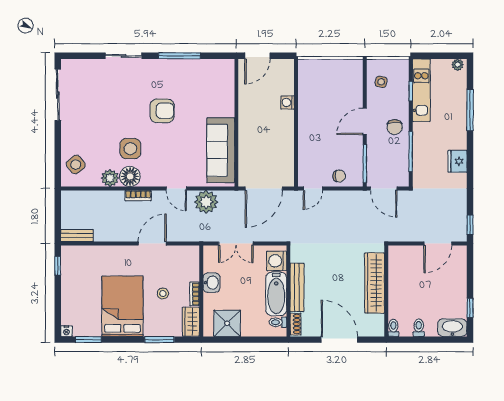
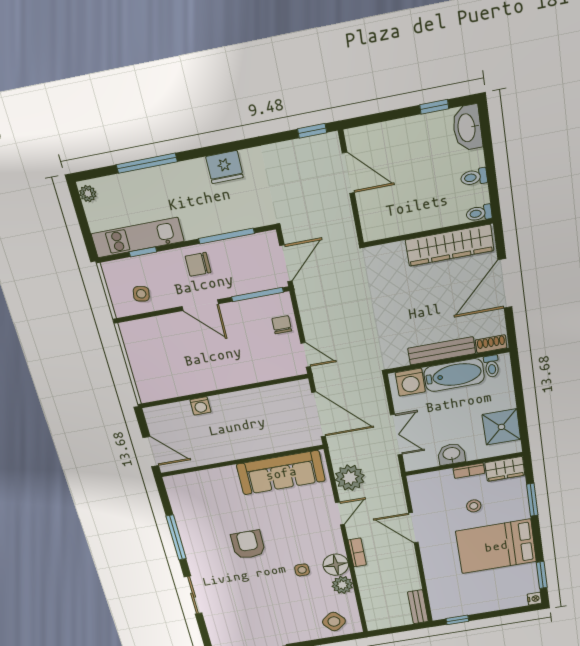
chair: (395, 127) -> (198, 264), turned 180
side table: (130, 149) -> (302, 570), width x0.54, depth x0.54
wardrobe: (375, 283) -> (450, 245), moved

